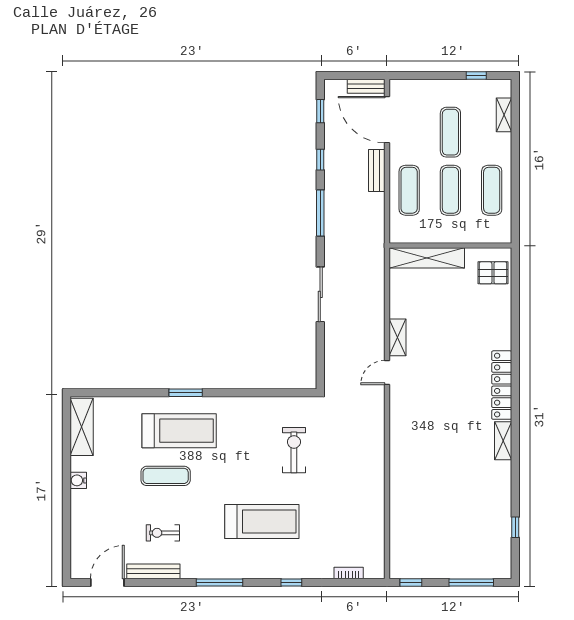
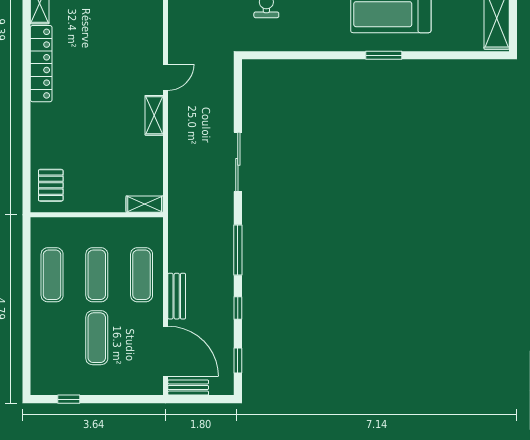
shelving: (504, 115) -> (39, 356), removed
shelving: (427, 258) -> (145, 204), width x0.45, depth x0.75
pallet: (493, 273) -> (51, 185), turned 90

